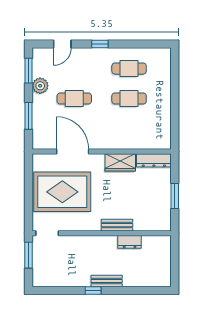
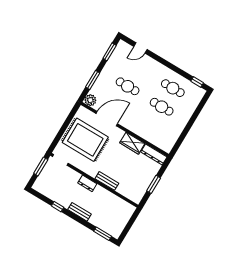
window: (100, 44) -> (197, 82), moved
plant: (40, 86) -> (90, 100), moved
door: (73, 152) -> (107, 119), hinge flipped
dresser: (130, 242) -> (87, 183), moved
window: (93, 291) -> (58, 207), moved
window: (150, 291) -> (103, 234), added

